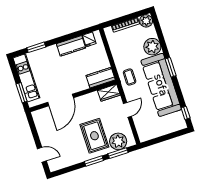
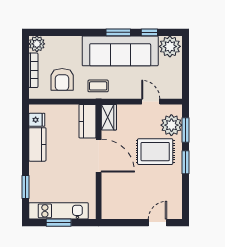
plant: (152, 47) -> (170, 46), moved
armchair: (126, 48) -> (62, 79), added
window: (171, 67) -> (118, 32), moved
window: (22, 93) -> (59, 223), moved
door: (61, 100) -> (99, 156), moved
door: (127, 110) -> (151, 102), moved
window: (186, 113) -> (149, 32), moved

